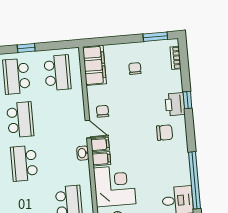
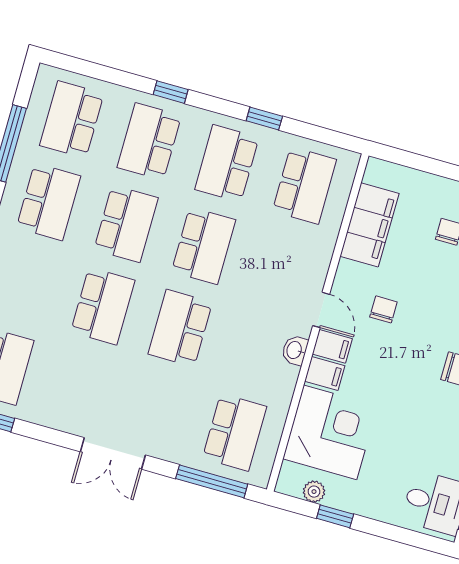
filing cabinet: (94, 65) -> (369, 225), moved
chair: (103, 111) -> (383, 309), moved

